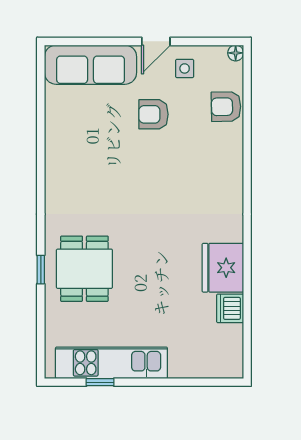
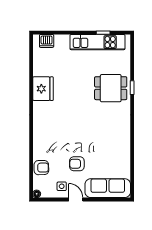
door: (156, 41) -> (76, 200), hinge flipped
armchair: (154, 114) -> (77, 164), turned 180
dining table: (84, 269) -> (111, 88), turned 90
dishwasher: (230, 308) -> (47, 41), moved, turned 90

